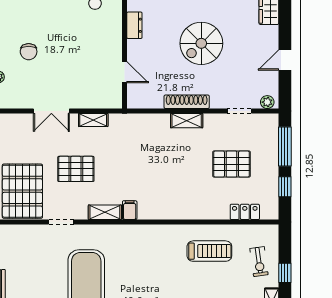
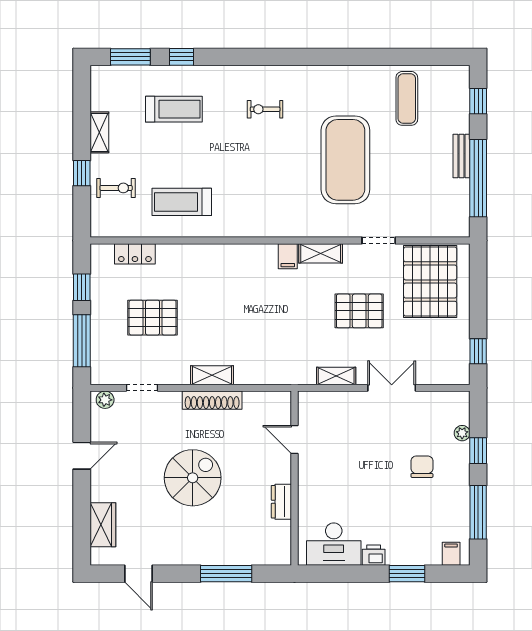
exercise bike: (259, 262) -> (116, 188), turned 98

